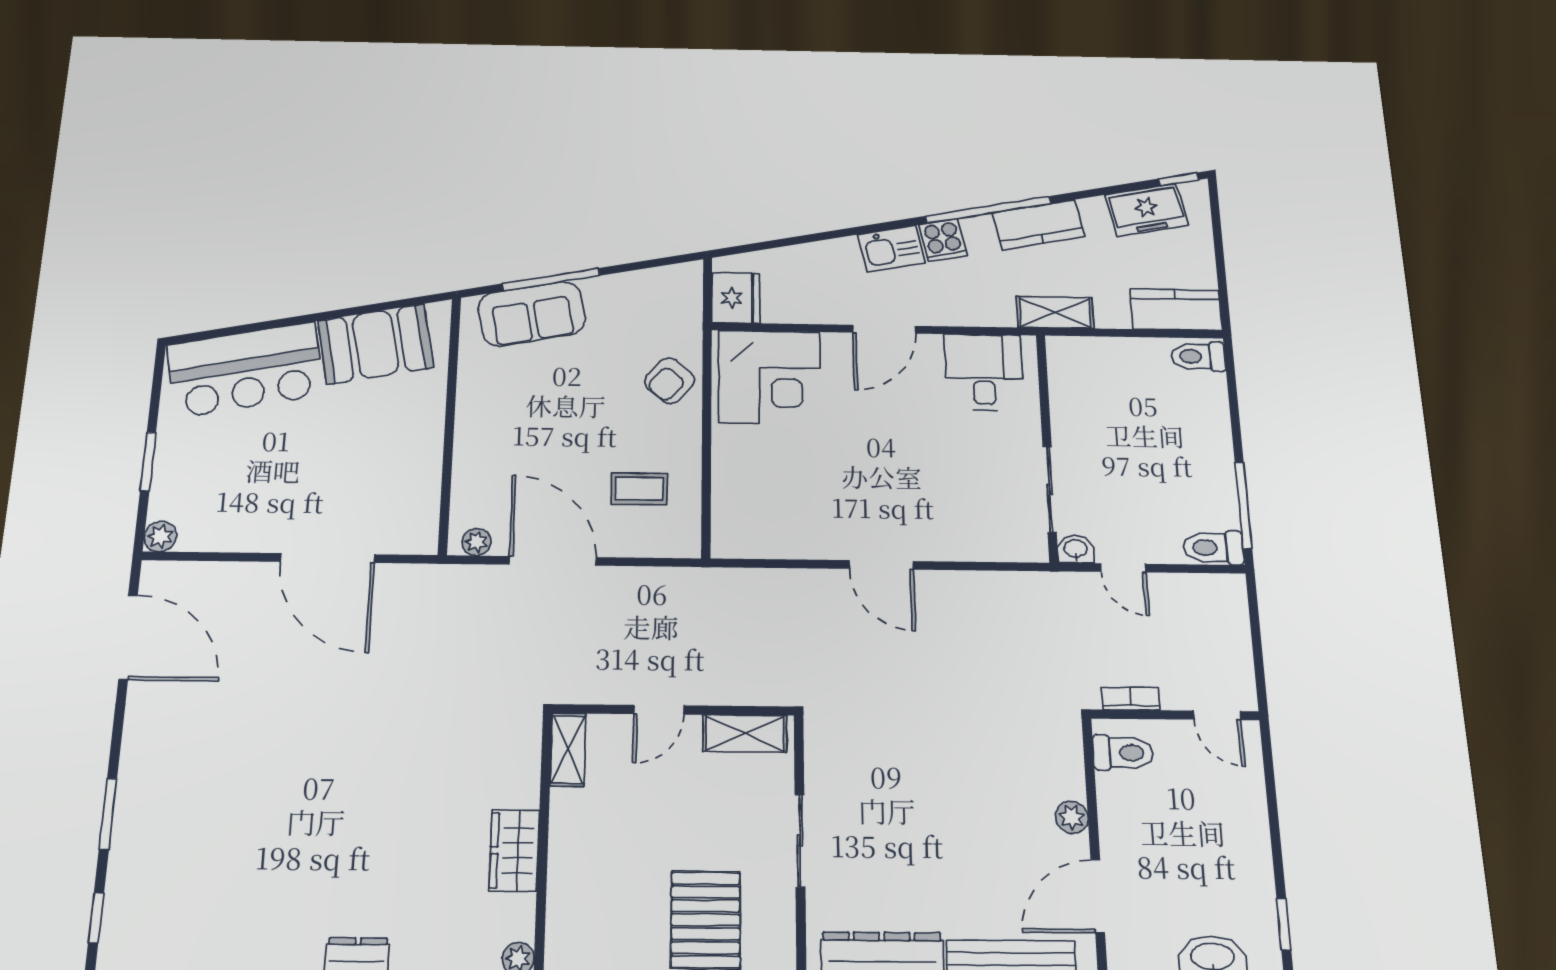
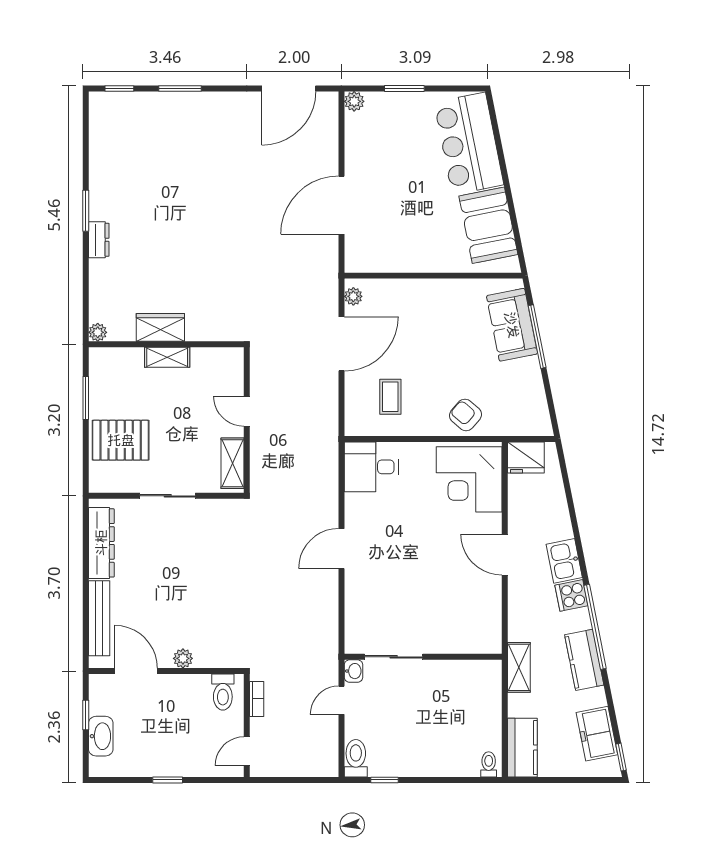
toilet: (1198, 356) -> (489, 764), width x0.73, depth x0.72
desk: (984, 372) -> (371, 467), moved, turned 180
window: (1243, 505) -> (385, 780), width x0.46
shelving: (568, 750) -> (167, 357), moved
window: (1284, 924) -> (168, 780), moved

